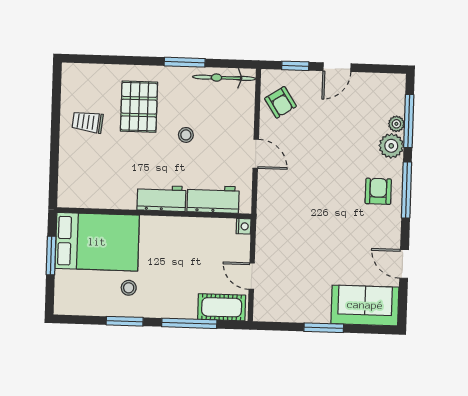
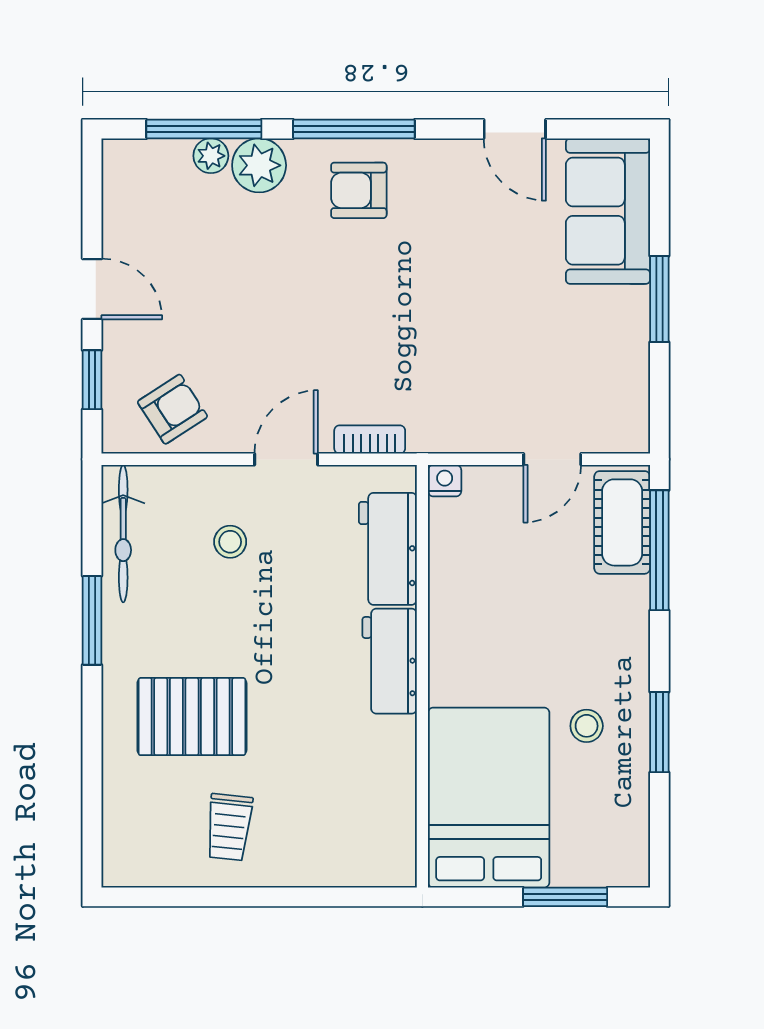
stool: (186, 135) -> (230, 542), moved
bookcase: (264, 192) -> (370, 440), added
window: (51, 256) -> (565, 897), moved
door: (404, 264) -> (515, 129), hinge flipped
window: (189, 323) -> (659, 550), moved

